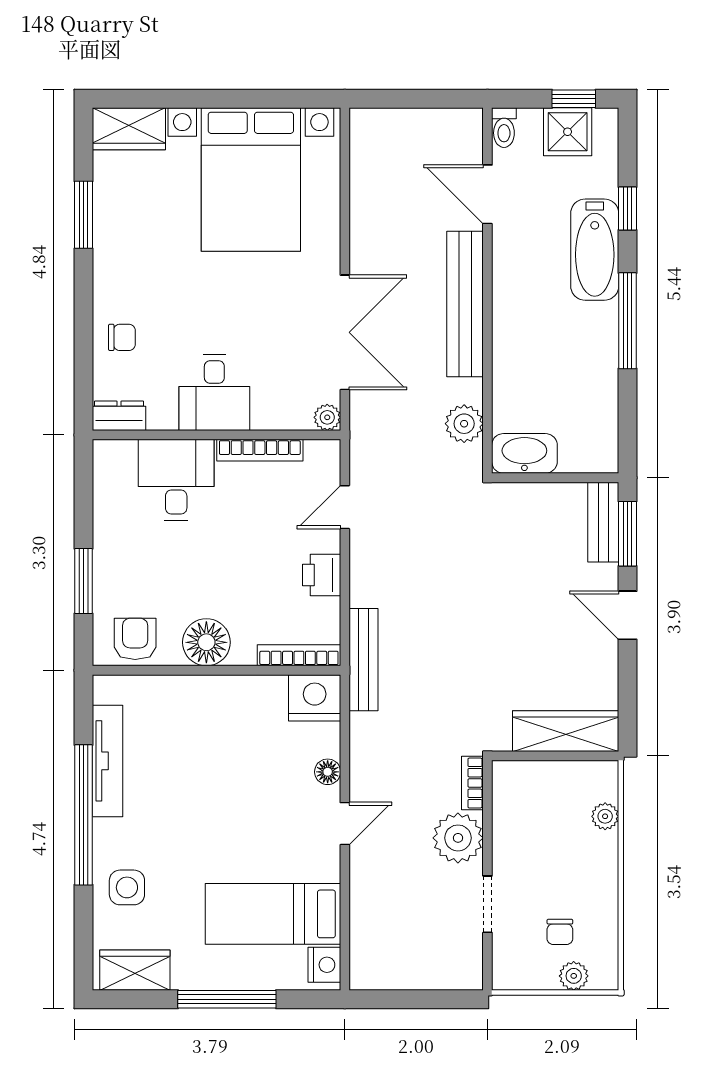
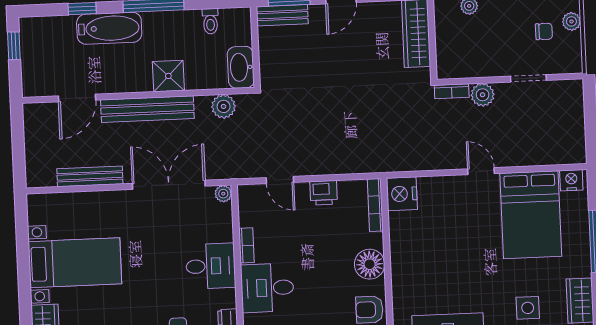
toilet: (504, 128) -> (210, 21), moved, turned 90
shower: (568, 132) -> (168, 76), moved
bed with nightstands: (251, 180) -> (75, 263), width x0.73
bookcase: (260, 450) -> (246, 245), width x0.64
bench: (363, 660) -> (90, 176), moved
floor lamp: (328, 772) -> (449, 184), removed
plant: (458, 838) -> (483, 95), width x0.73, depth x0.73
bed: (273, 914) -> (531, 215), width x1.50

